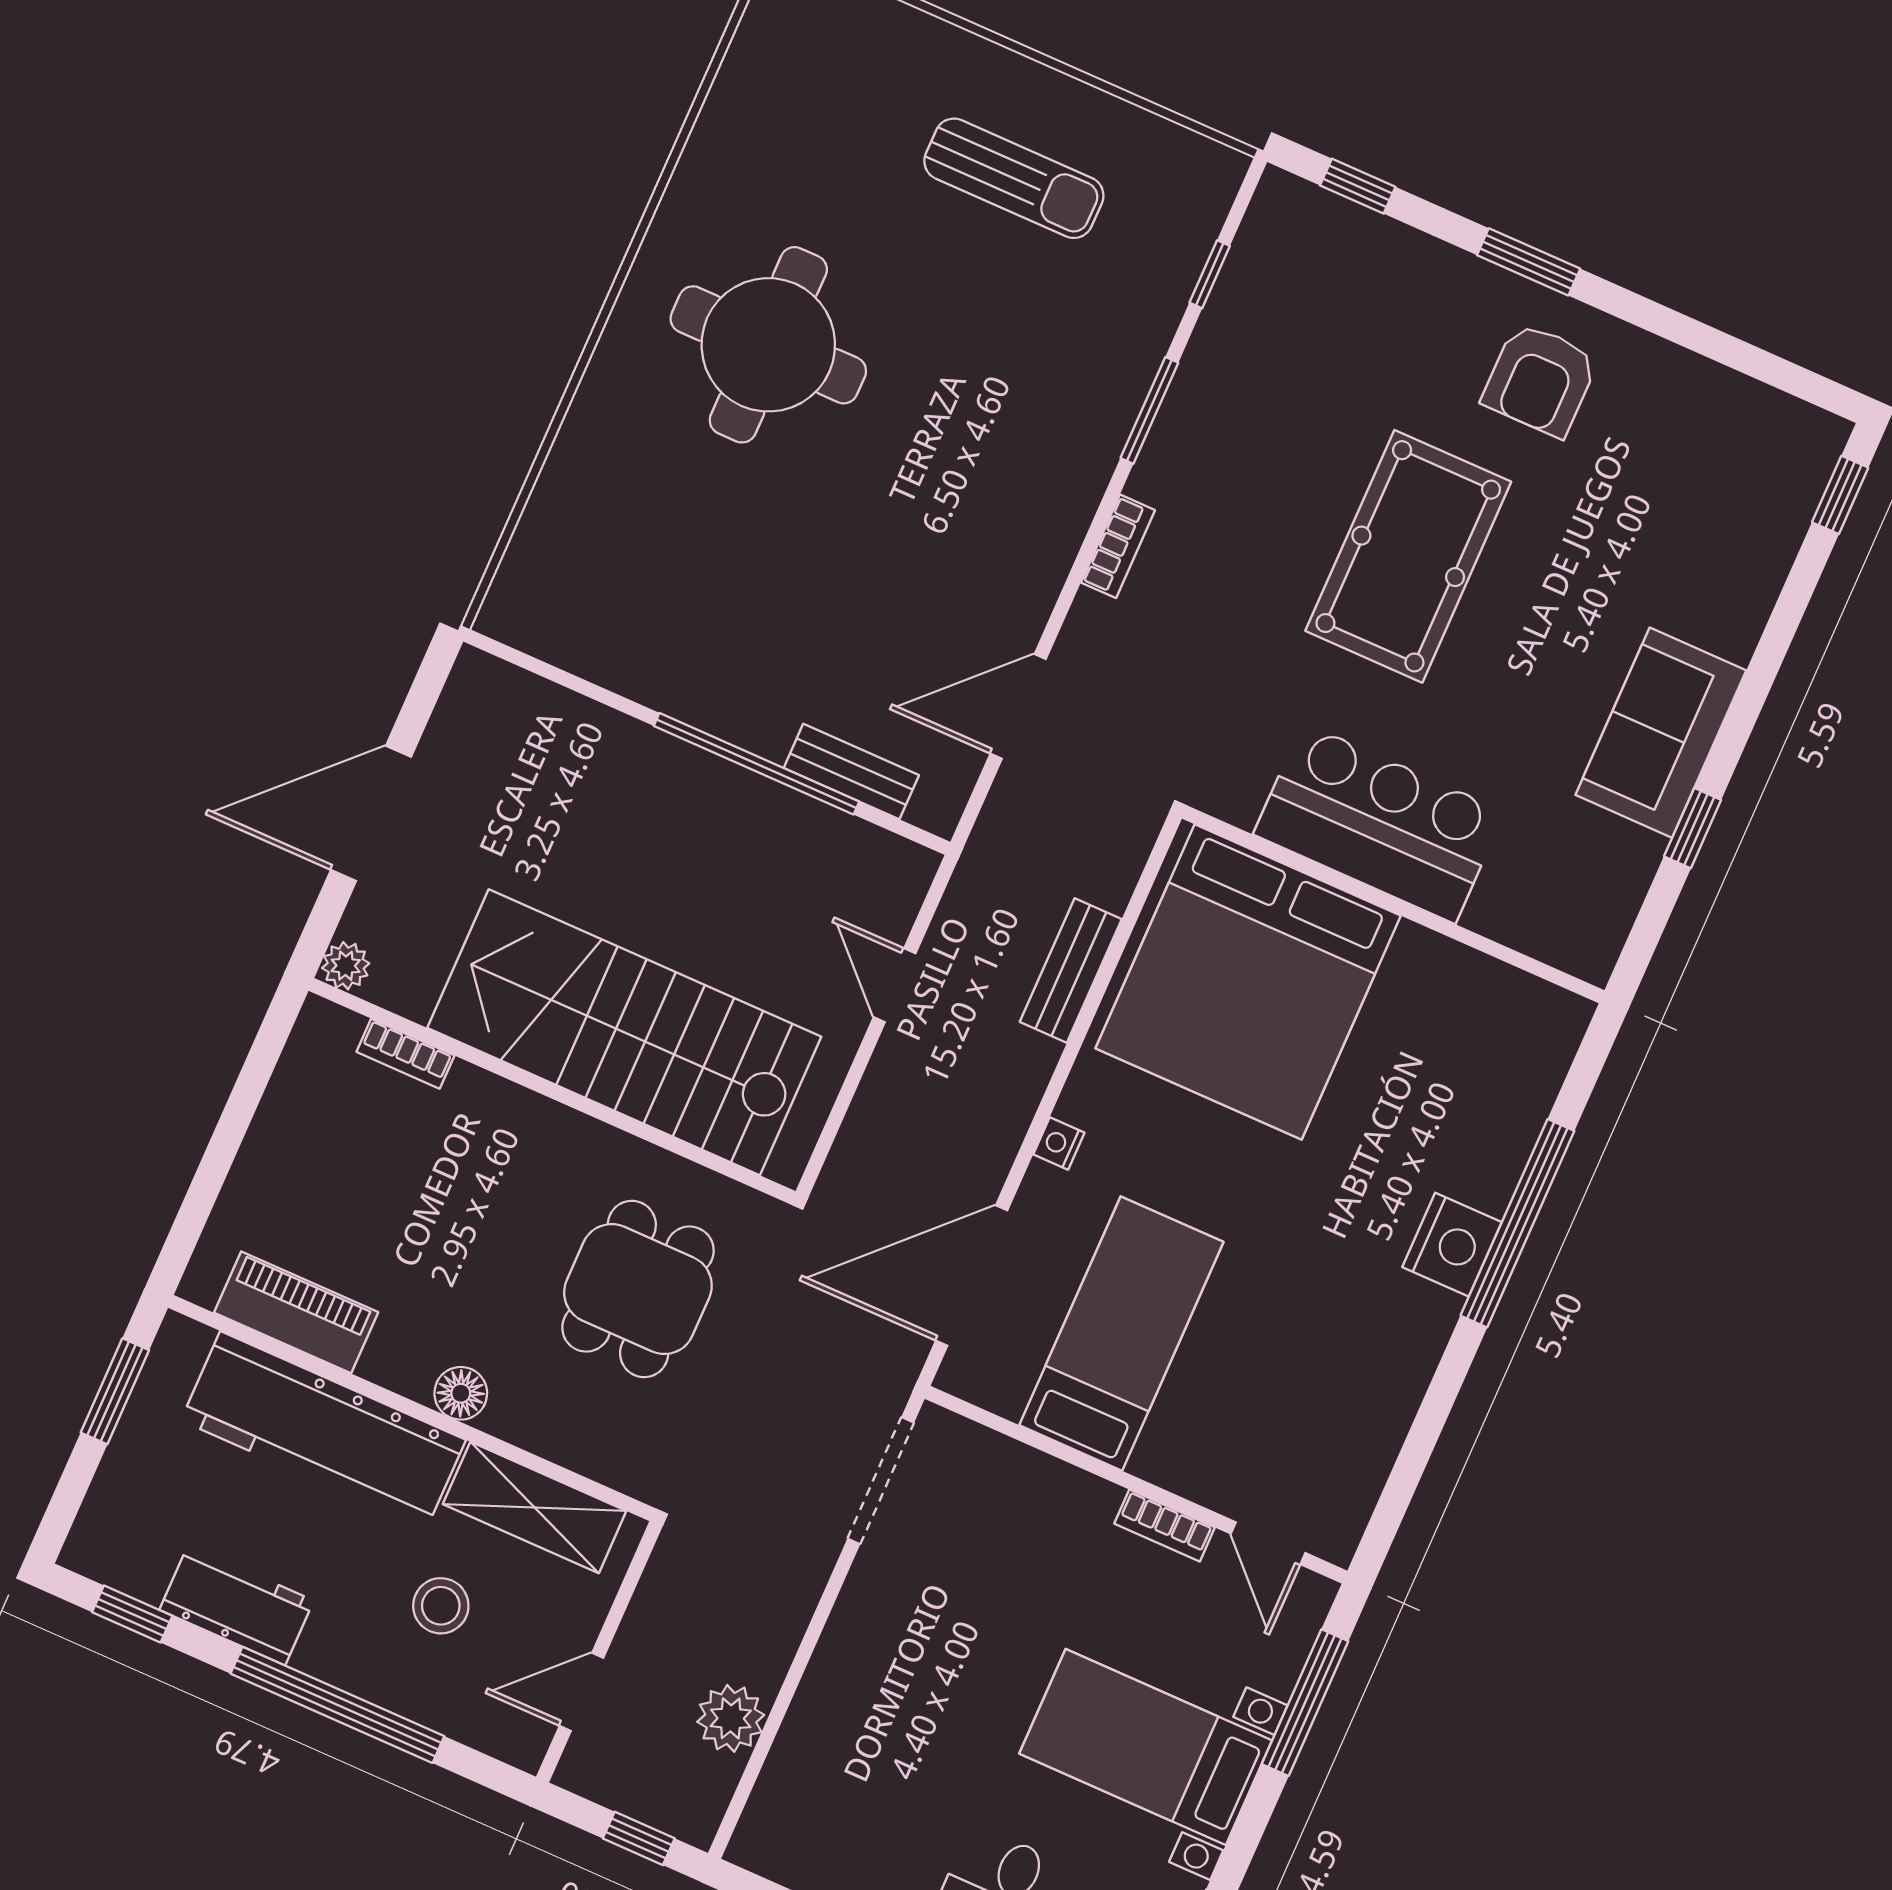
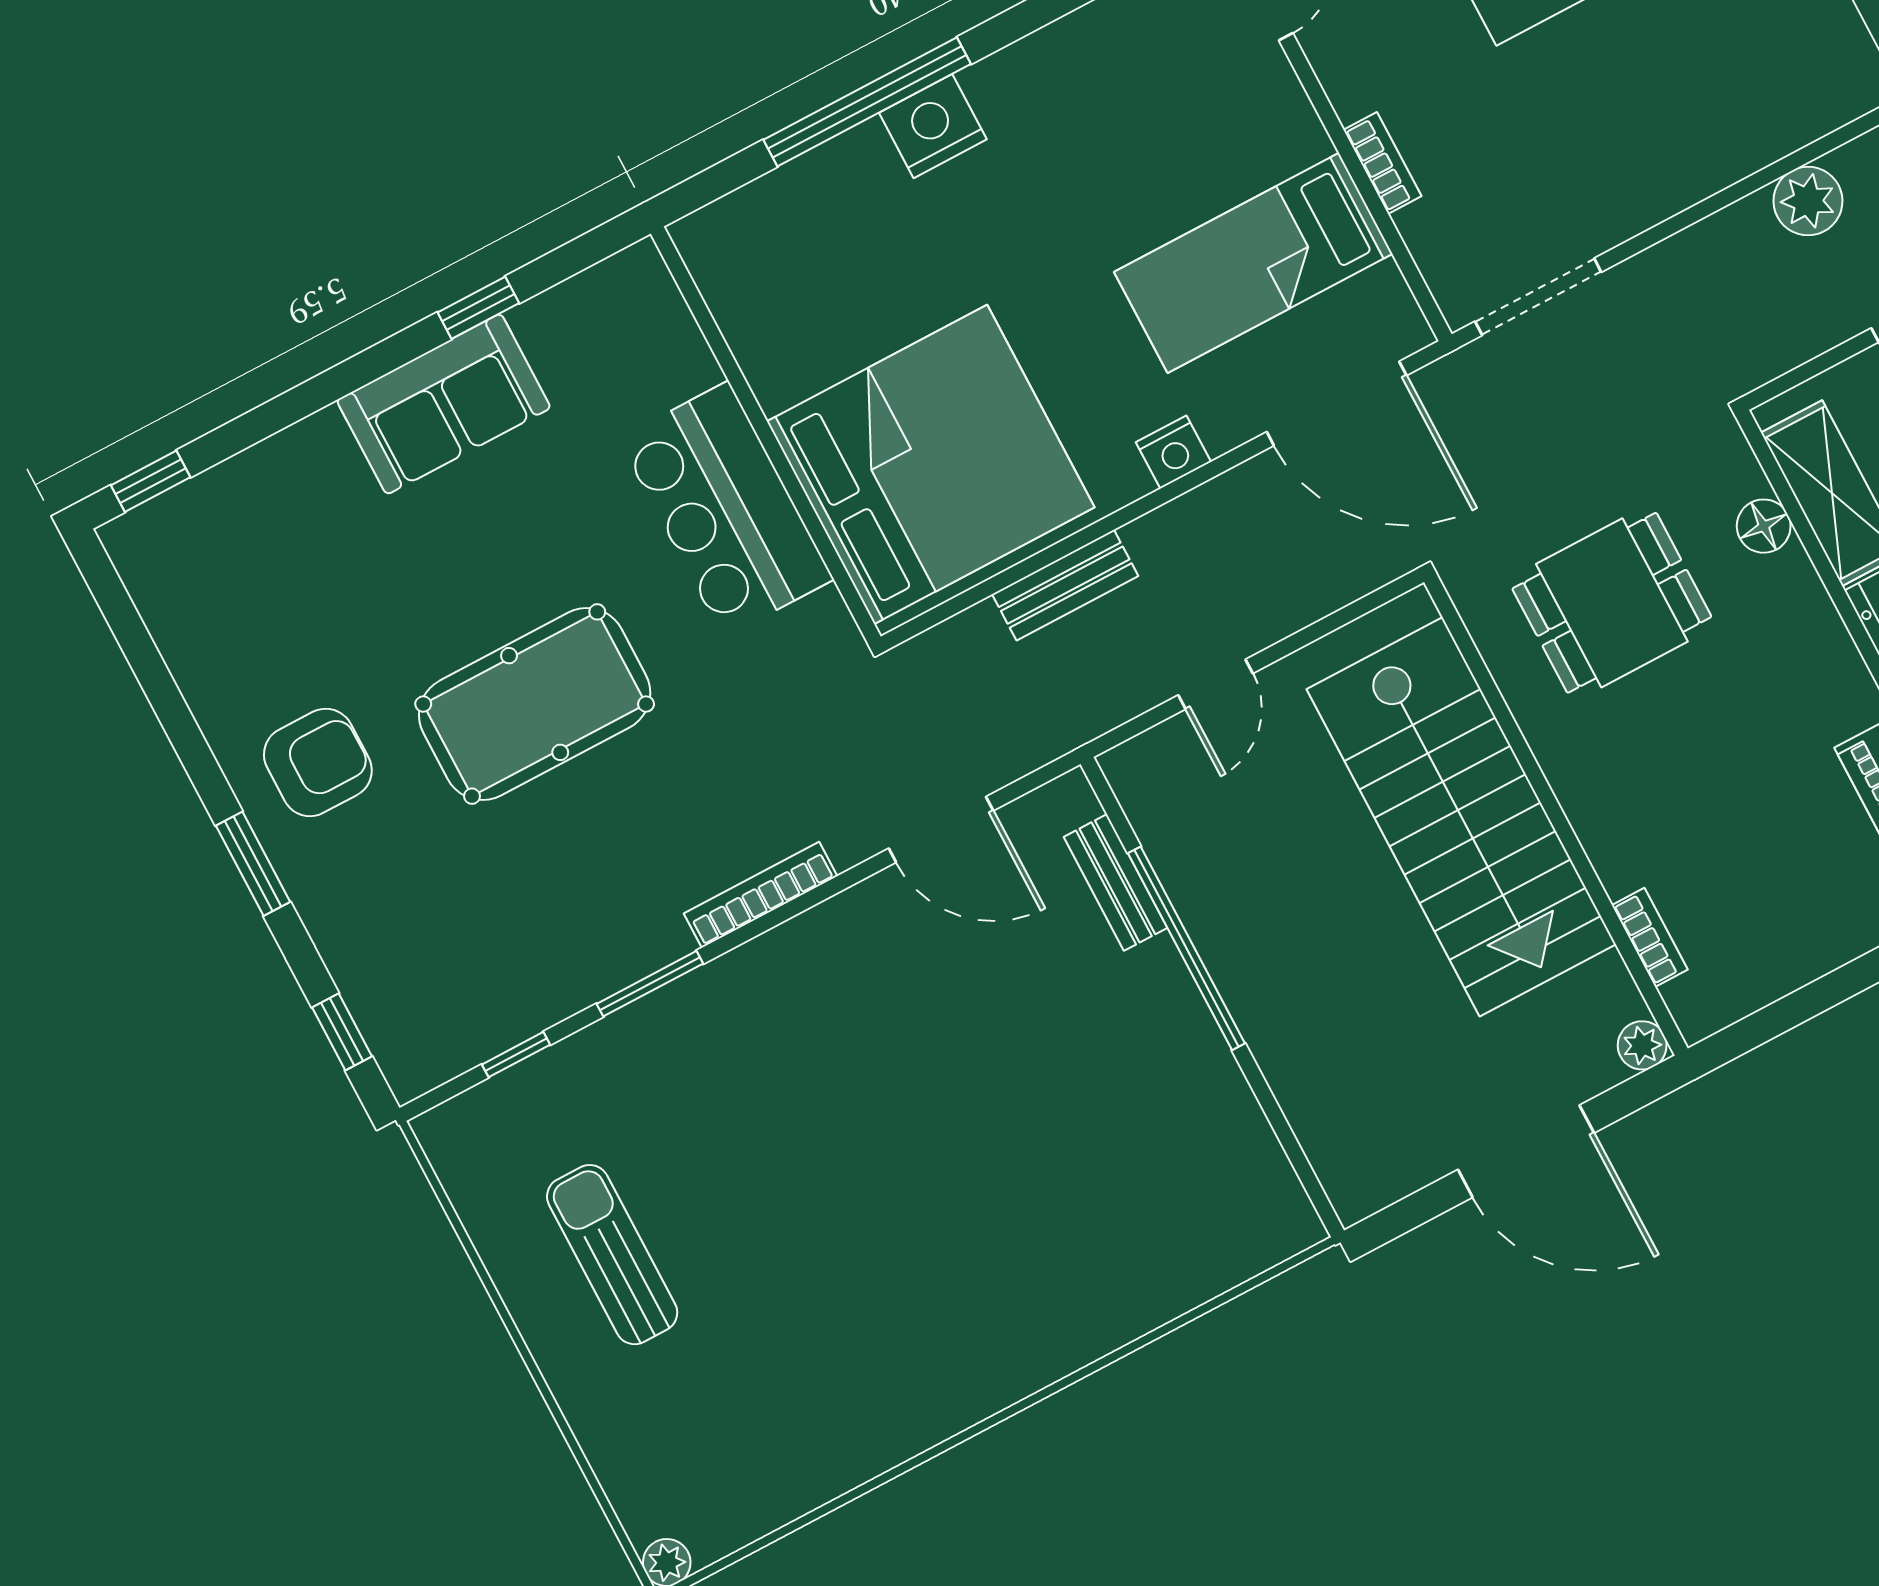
round table: (768, 345) -> (913, 1276), removed
bookcase: (1118, 546) -> (761, 895), width x1.56
nightstand: (1059, 1144) -> (1173, 452), width x1.39, depth x1.35
floor lamp: (461, 1393) -> (1764, 526), moved
bookcase: (1165, 1526) -> (1382, 163), moved

